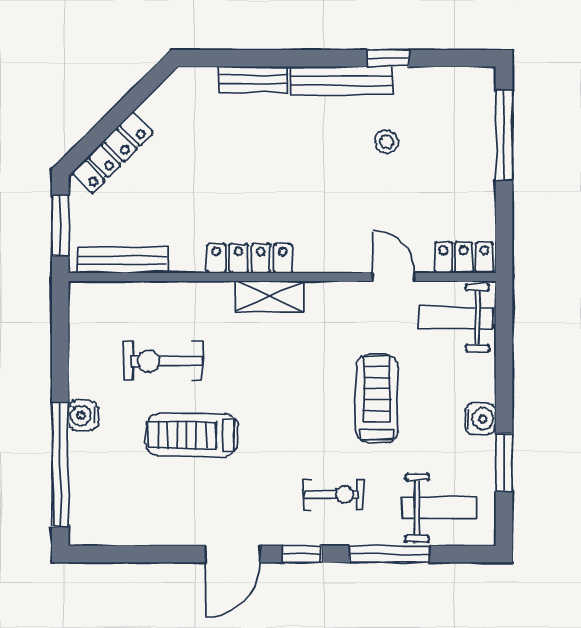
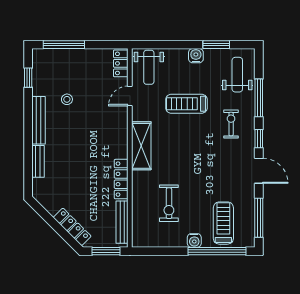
window: (388, 58) -> (28, 78), moved
locker: (250, 258) -> (121, 179), moved
shelving: (269, 296) -> (141, 146), width x1.50, depth x1.33
treadmill: (192, 435) -> (223, 223), moved, turned 180
window: (132, 554) -> (259, 218), added

